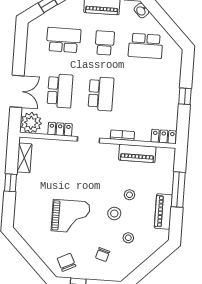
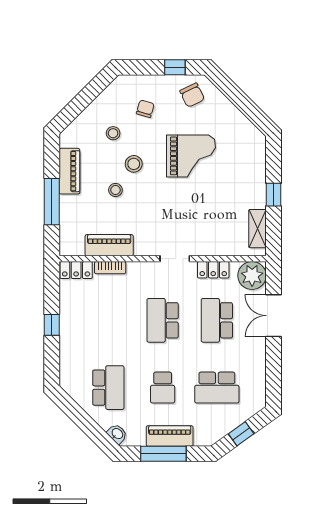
school desk: (146, 46) -> (108, 388), turned 90
bookcase: (122, 135) -> (110, 268), moved
grand piano: (71, 216) -> (191, 156), turned 180

